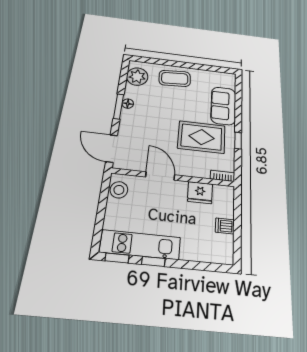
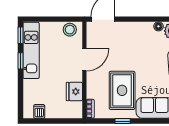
floor lamp: (128, 104) -> (158, 26), moved
window: (119, 106) -> (142, 19), removed
dishwasher: (225, 226) -> (39, 111), moved

